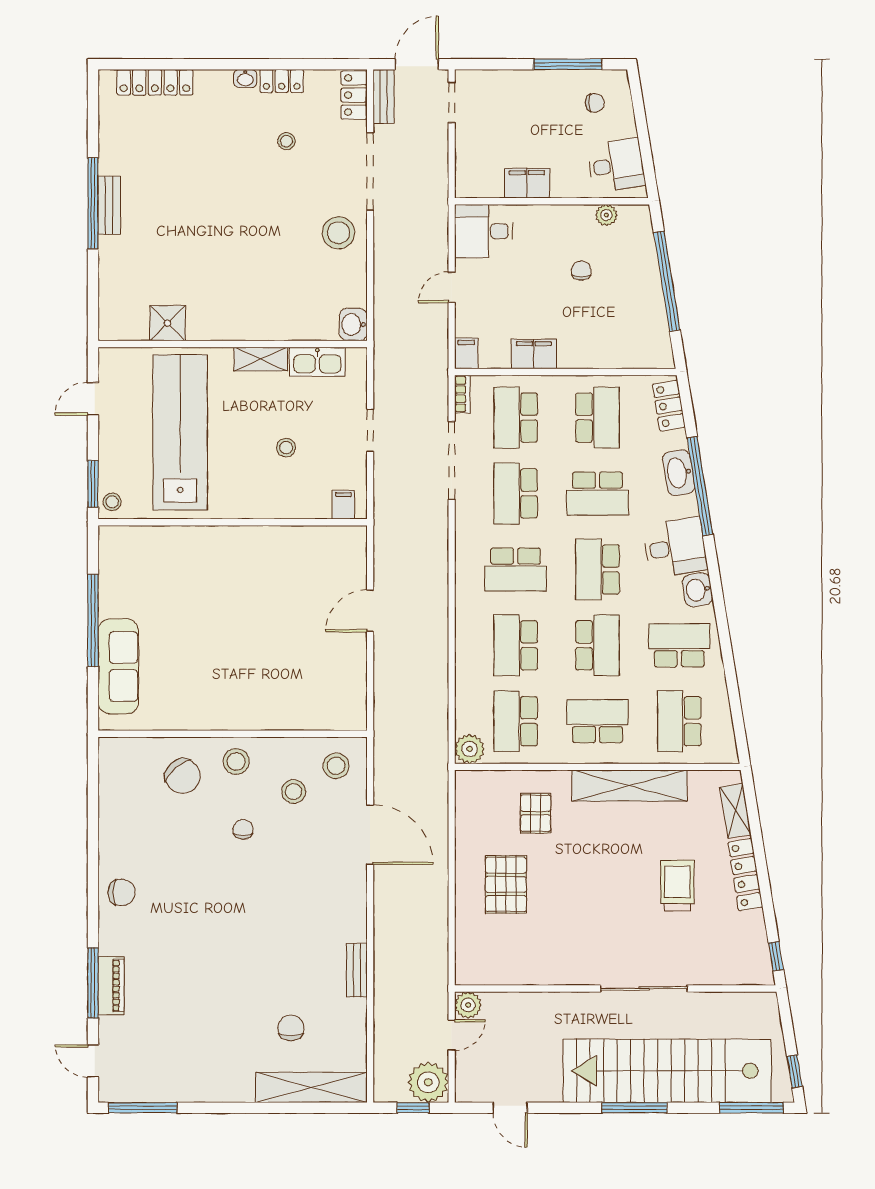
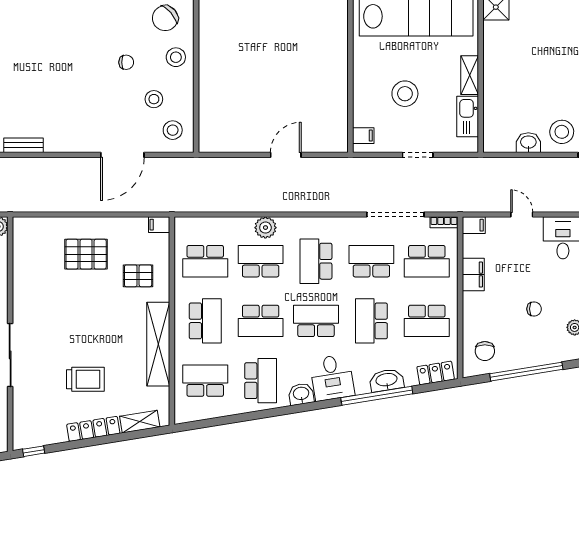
washbasin: (353, 325) -> (528, 143), moved
chair: (639, 338) -> (485, 351), added
school desk: (516, 418) -> (427, 261), turned 180
stool: (286, 448) -> (405, 94), width x1.89, depth x1.89
door: (370, 611) -> (286, 155), hinge flipped
school desk: (516, 721) -> (205, 261), turned 180
plant: (470, 749) -> (265, 228), moved
filing cabinet: (466, 784) -> (159, 225), added

